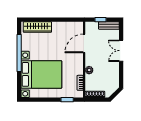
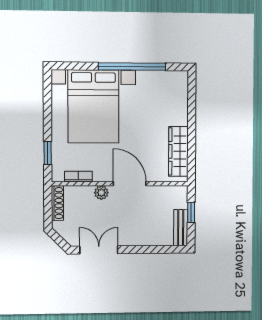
wardrobe: (37, 27) -> (178, 151), moved
door: (84, 43) -> (130, 184), moved
double door: (121, 51) -> (99, 250), moved

